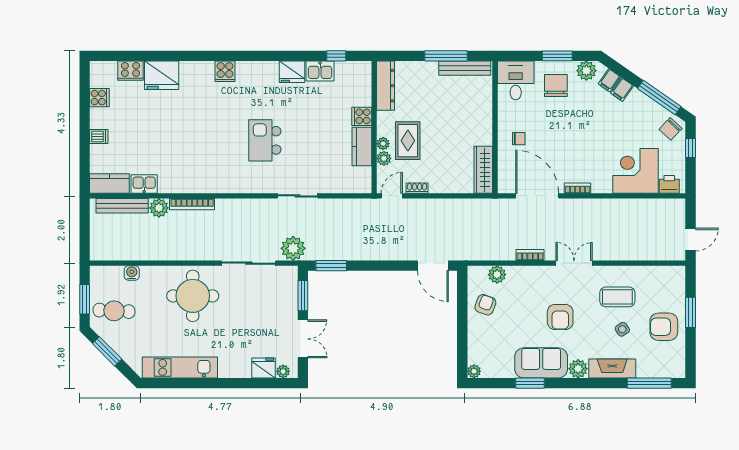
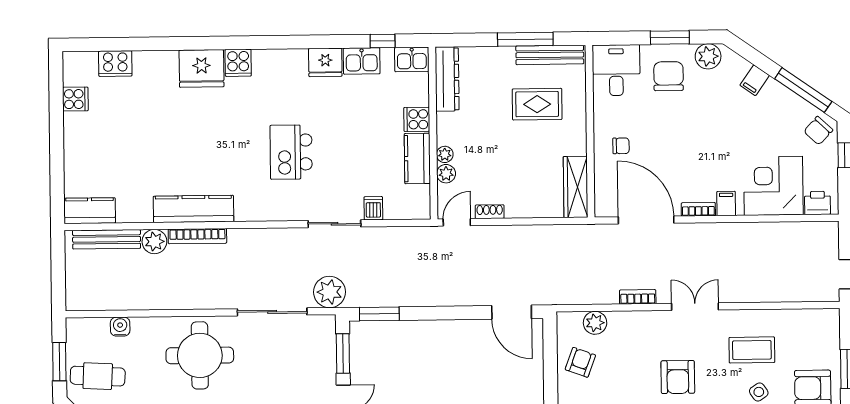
fridge: (162, 75) -> (202, 68), moved
filing cabinet: (609, 80) -> (726, 203), moved, turned 145
dishwasher: (99, 136) -> (373, 208), moved, turned -90
rug: (408, 141) -> (537, 104), moved, turned 90
kitchen counter: (189, 183) -> (194, 209), added
kitchen sink: (144, 184) -> (412, 59), moved, turned 180

